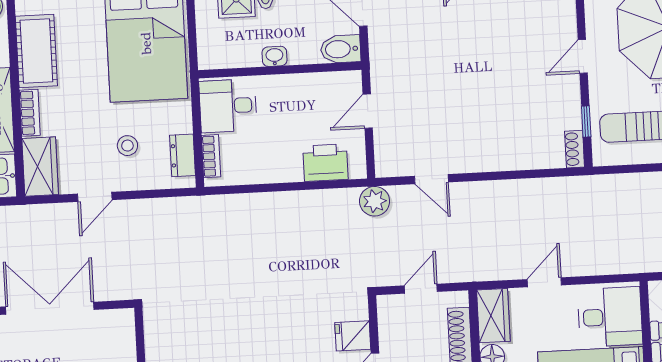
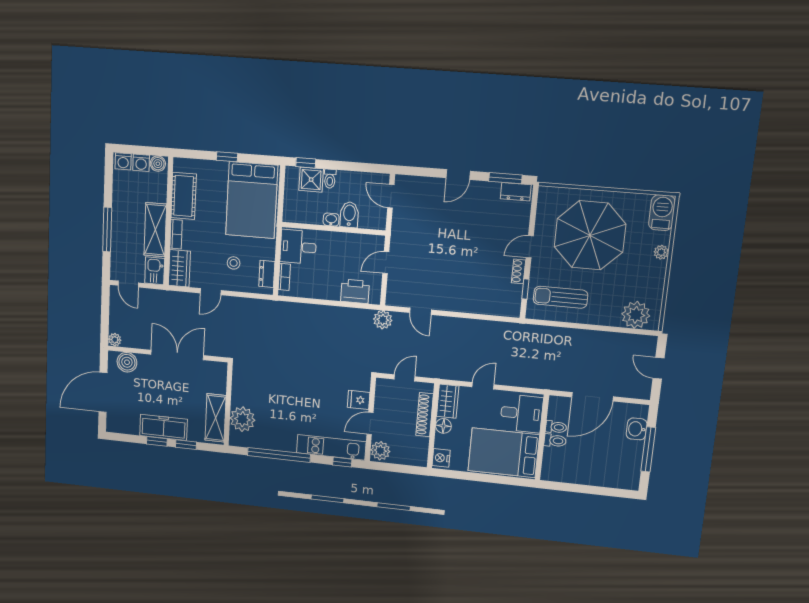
bidet: (341, 49) -> (349, 215), moved, turned 90
shoe rack: (575, 149) -> (519, 271), moved

